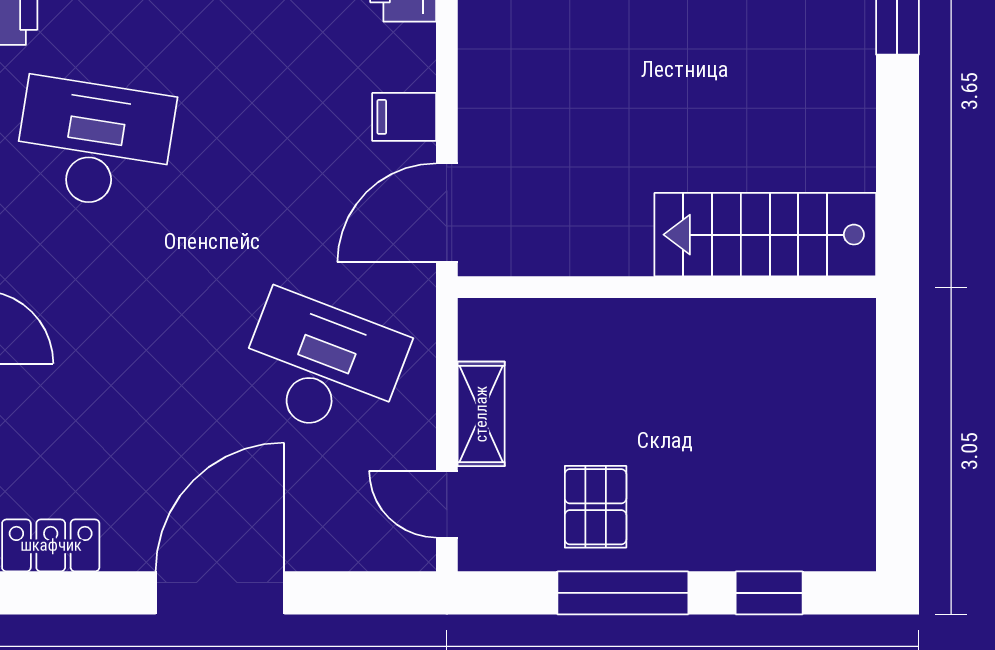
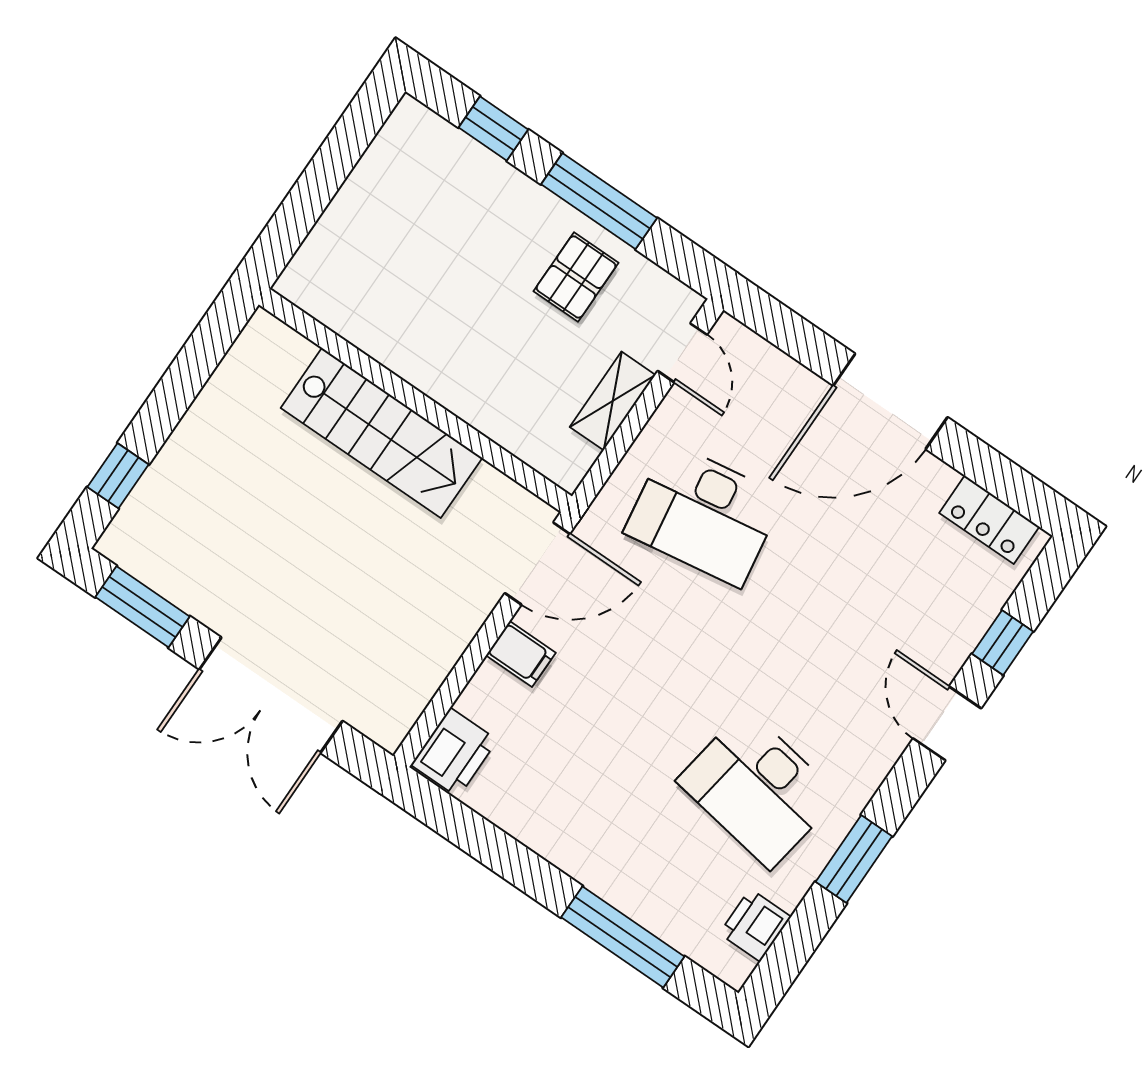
stairs: (765, 235) -> (381, 433), moved
desk: (322, 366) -> (704, 514), turned -30

